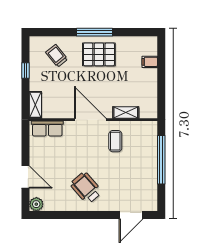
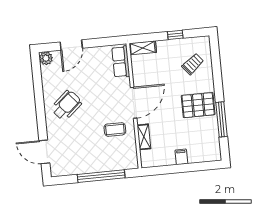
window: (94, 32) -> (221, 119), moved
pallet: (99, 54) -> (198, 105), turned 90
filing cabinet: (150, 62) -> (181, 157), moved

